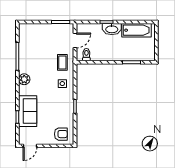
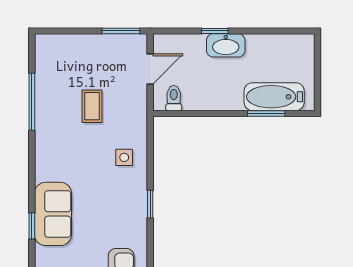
bathtub: (137, 30) -> (274, 97), moved, turned 180
coffee table: (62, 62) -> (92, 106), moved
plant: (24, 79) -> (46, 149), removed

